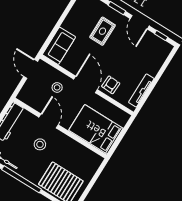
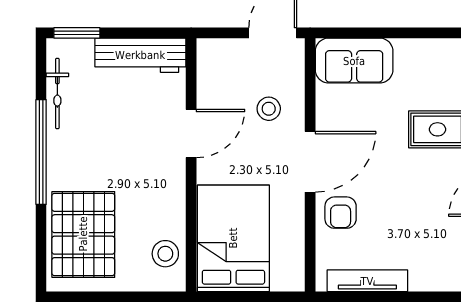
armchair: (111, 85) -> (341, 213), turned 87
stool: (40, 144) -> (165, 254), moved

